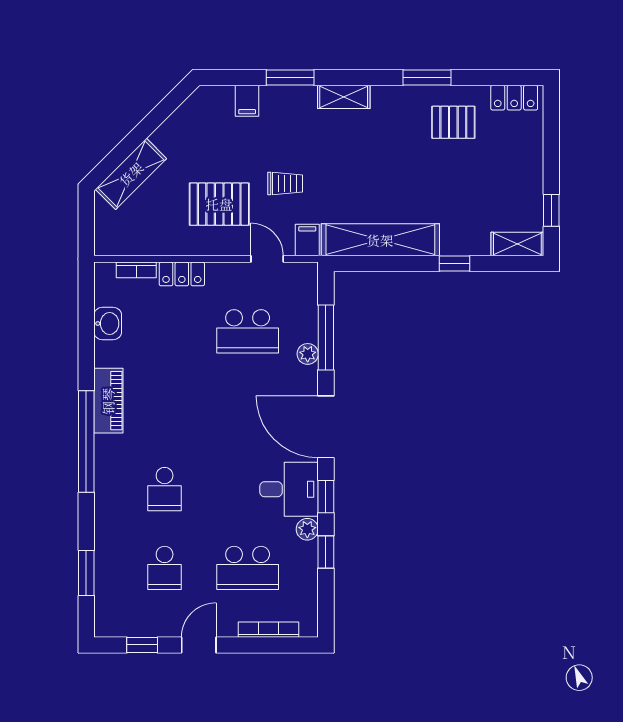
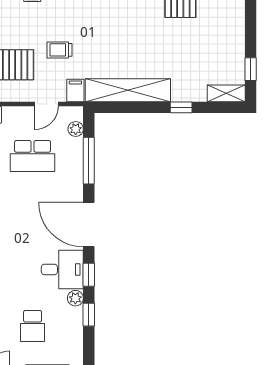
trolley: (285, 184) -> (59, 50), turned 180
door: (267, 259) -> (47, 104), swing flipped
plant: (308, 354) -> (76, 129), moved
school desk: (248, 568) -> (33, 326), width x0.54

